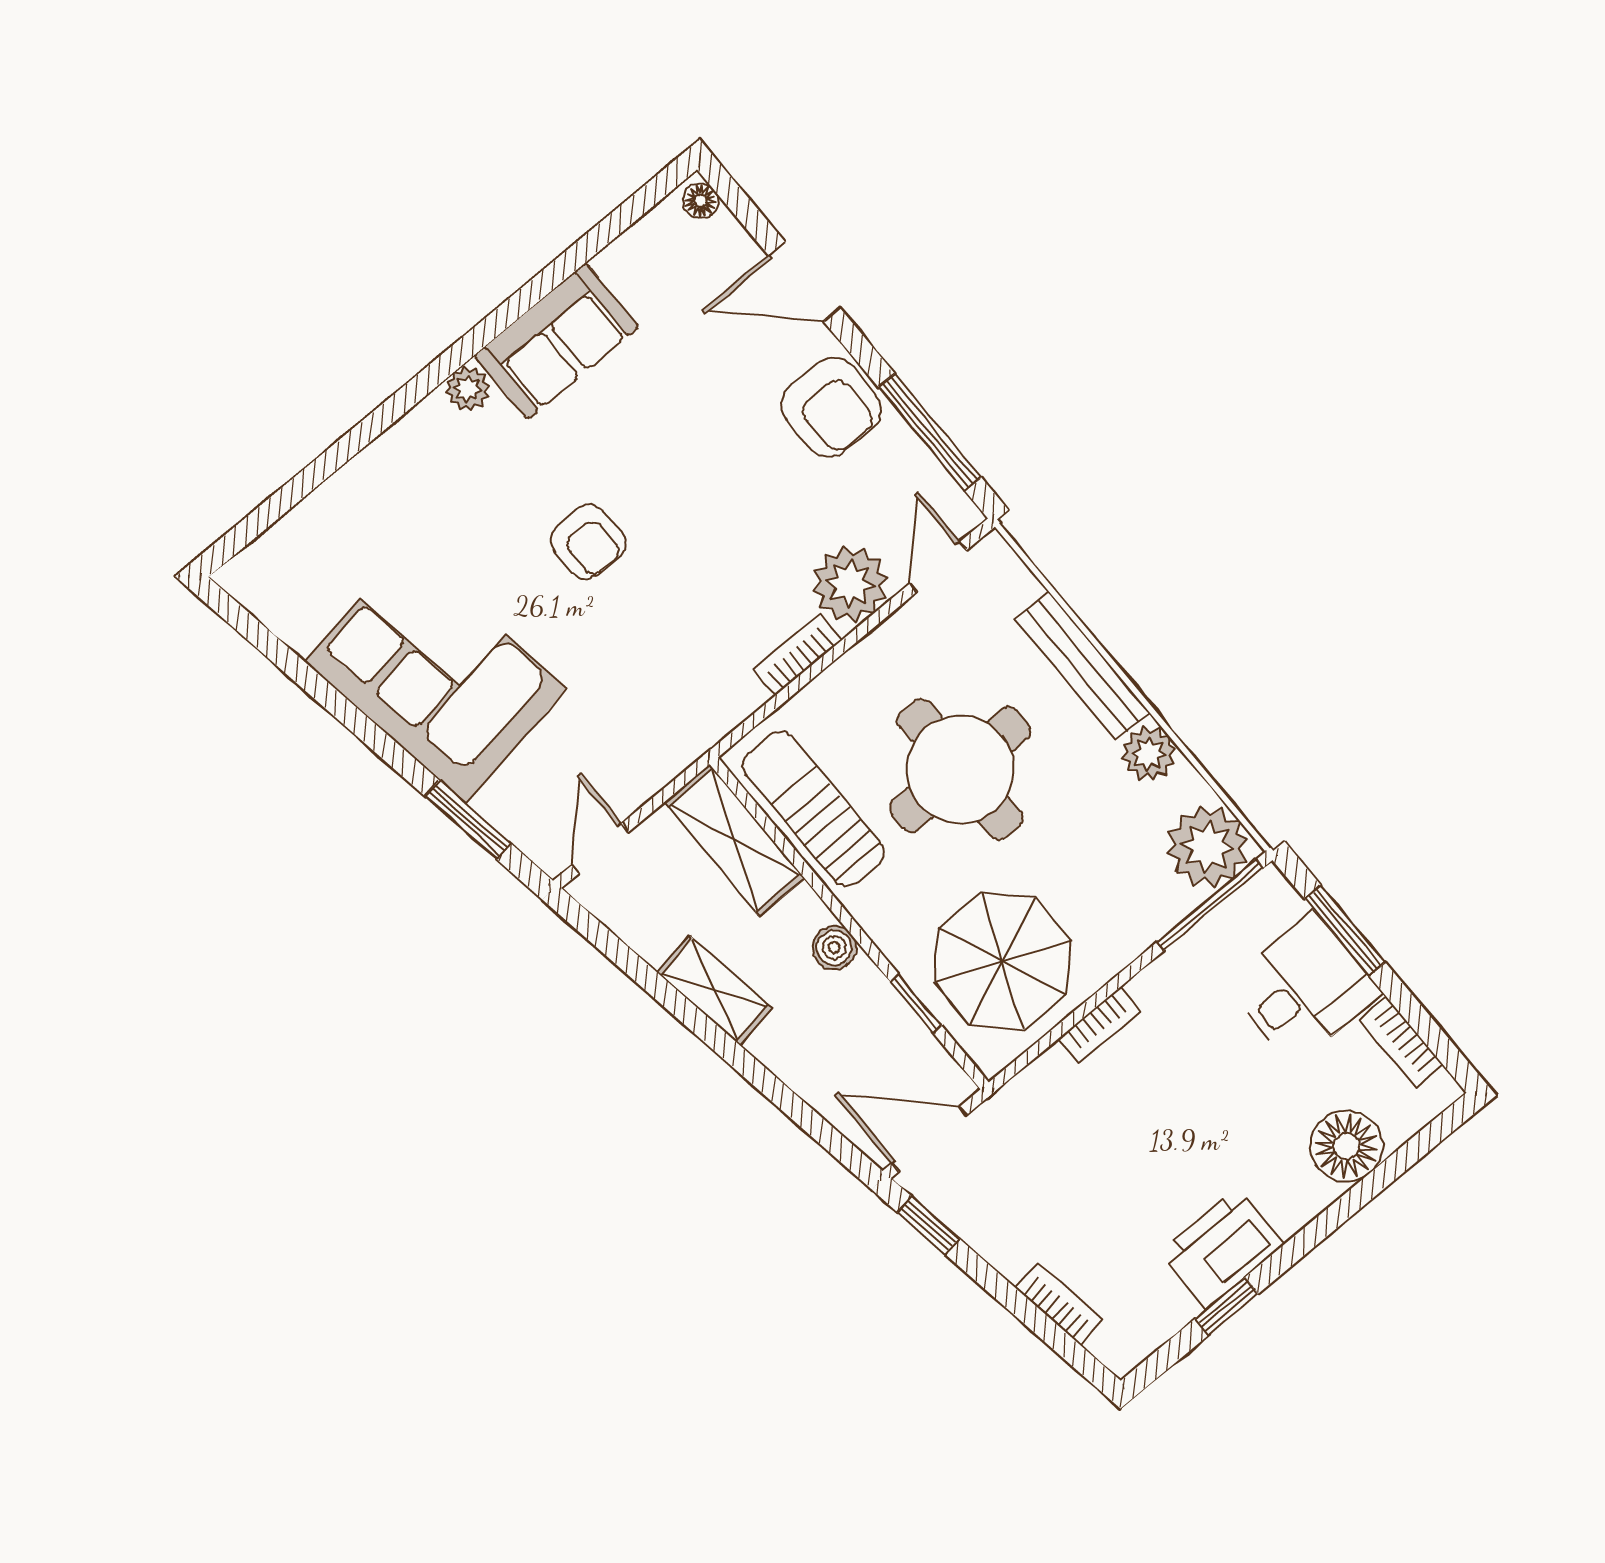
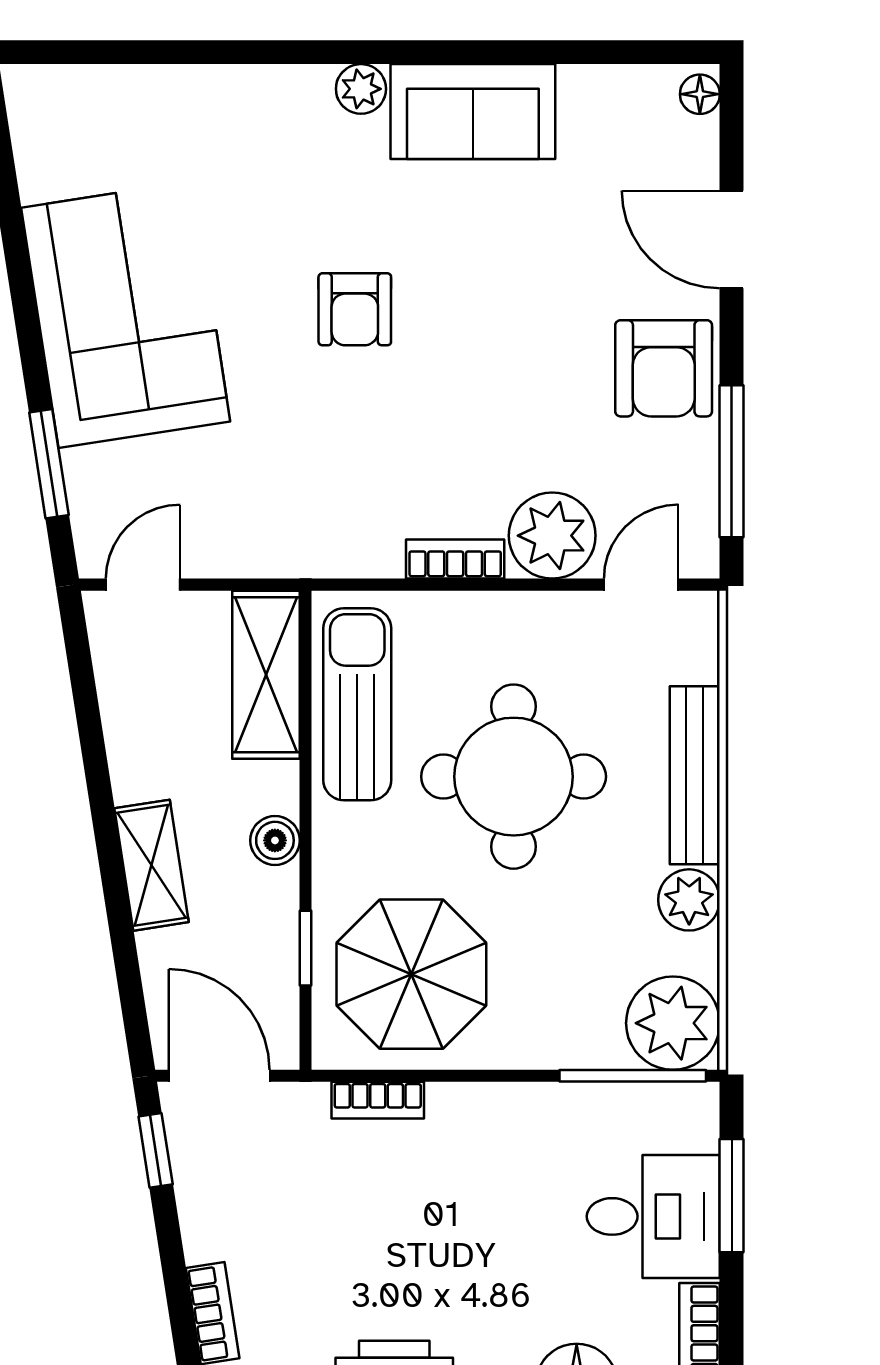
shelving: (715, 990) -> (151, 865), moved
bookcase: (1100, 1025) -> (378, 1100), moved

